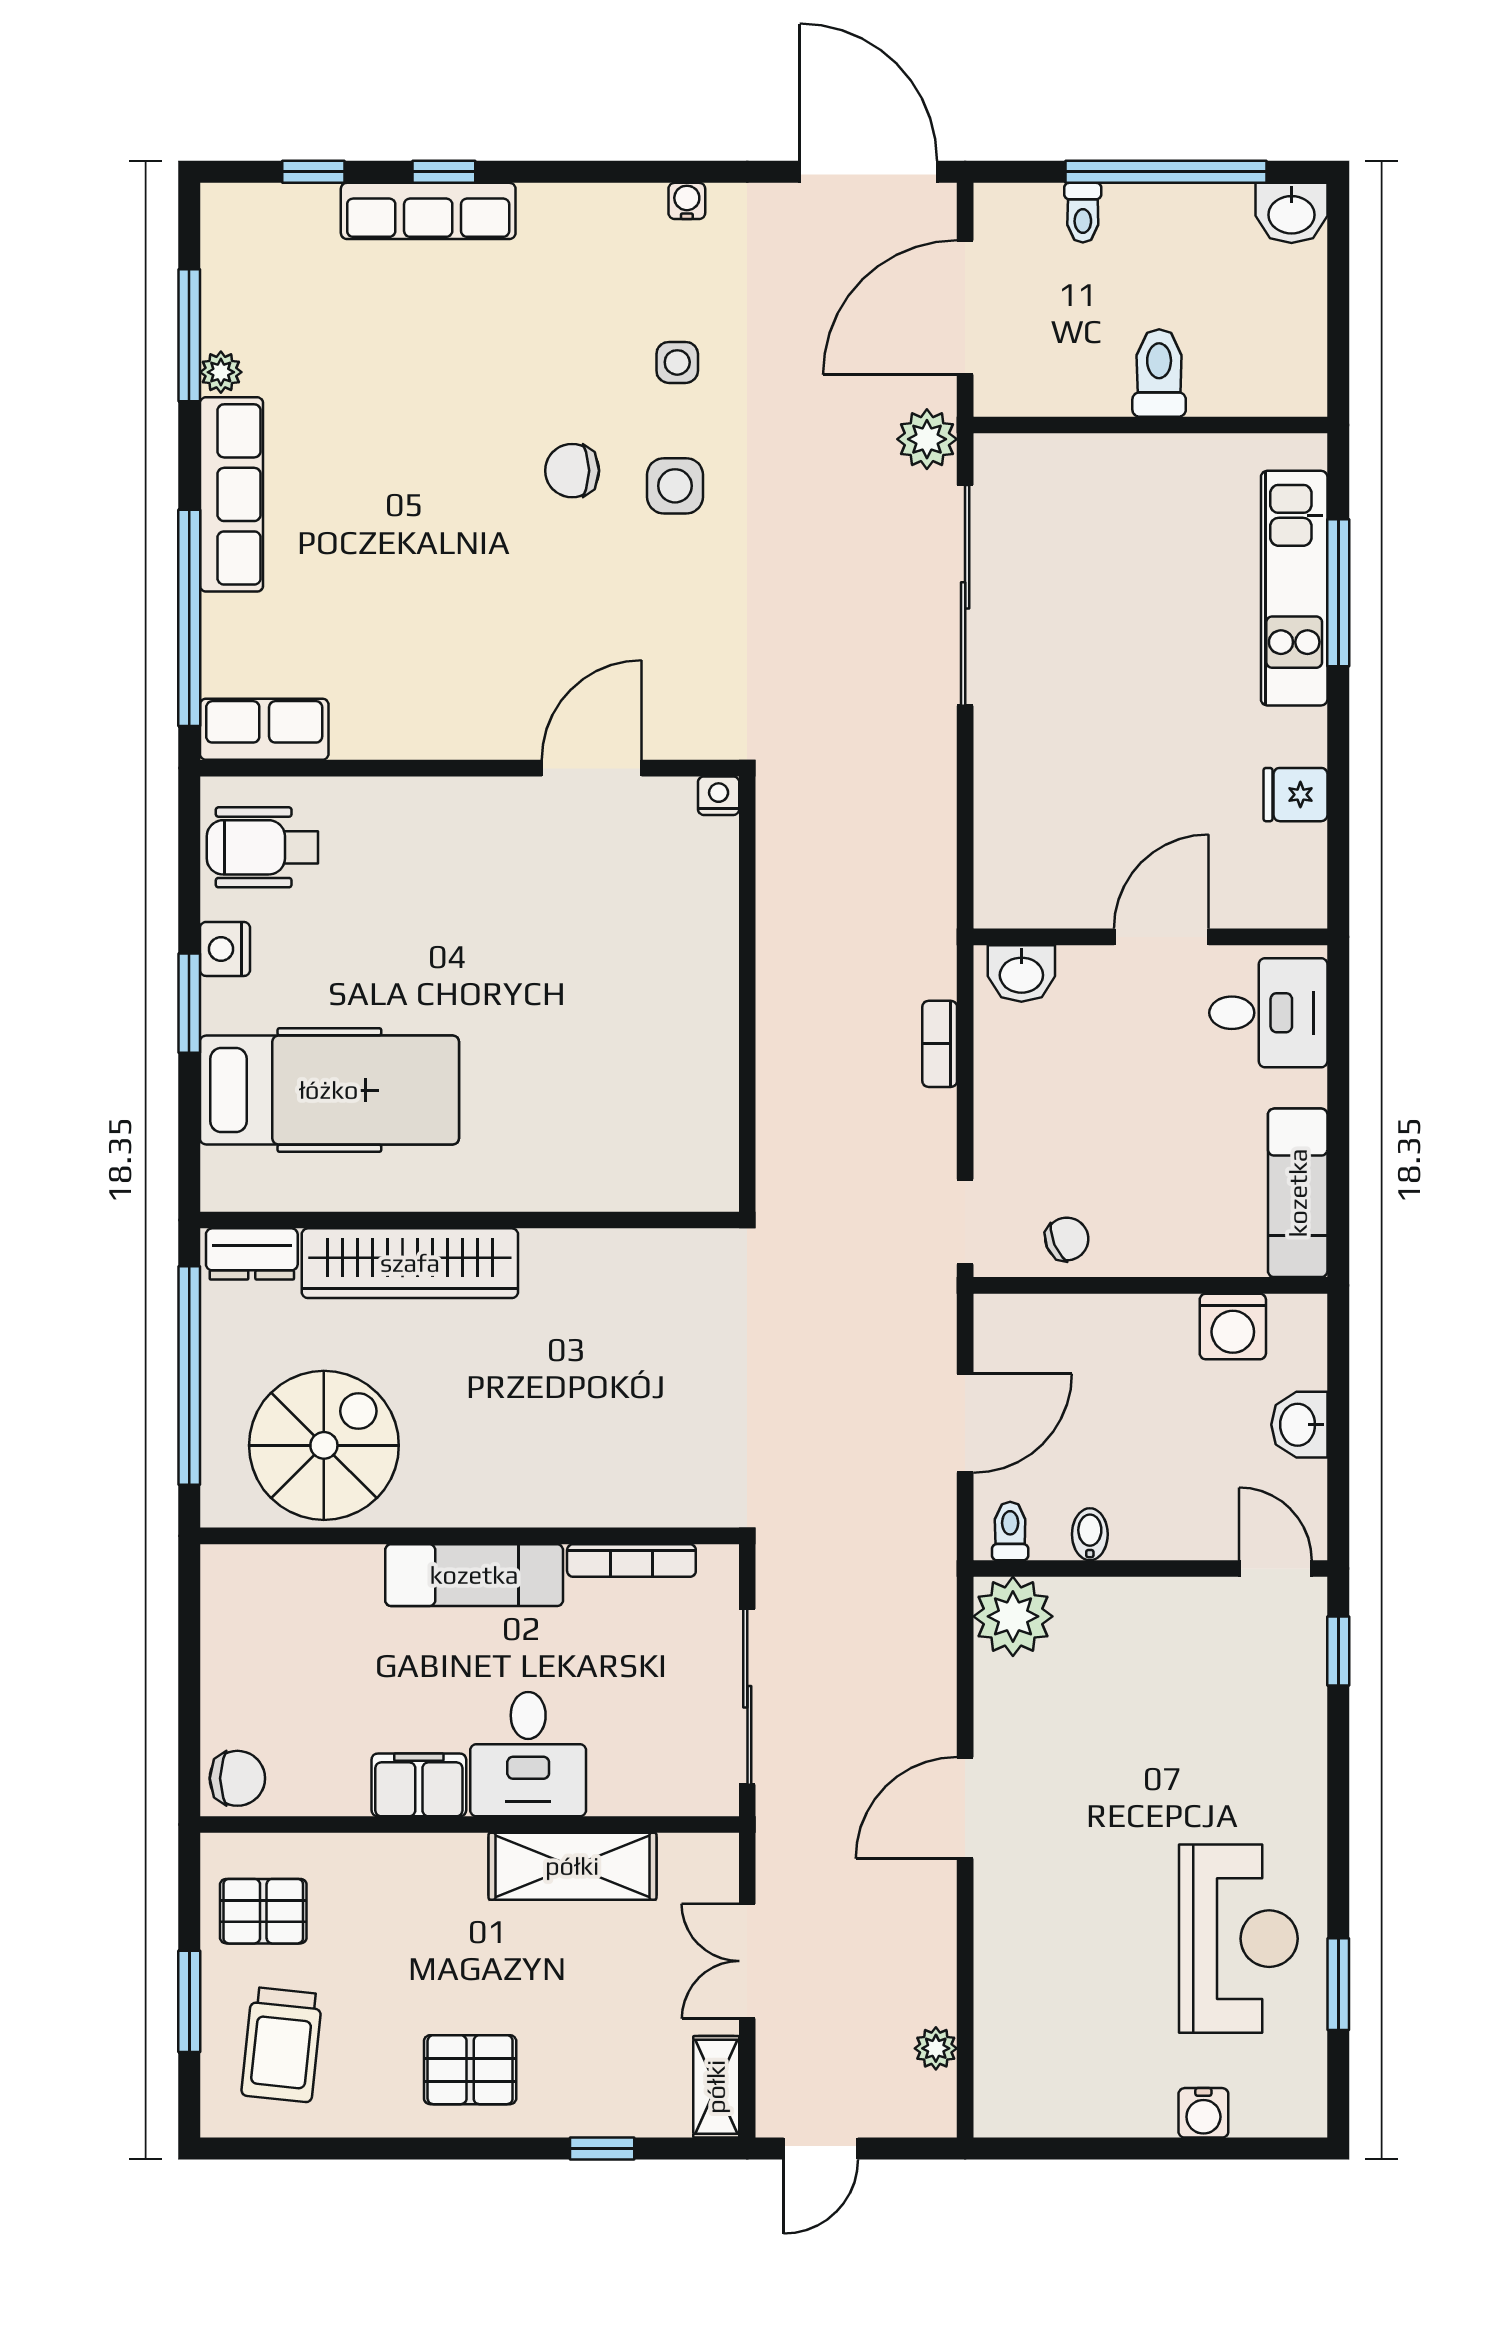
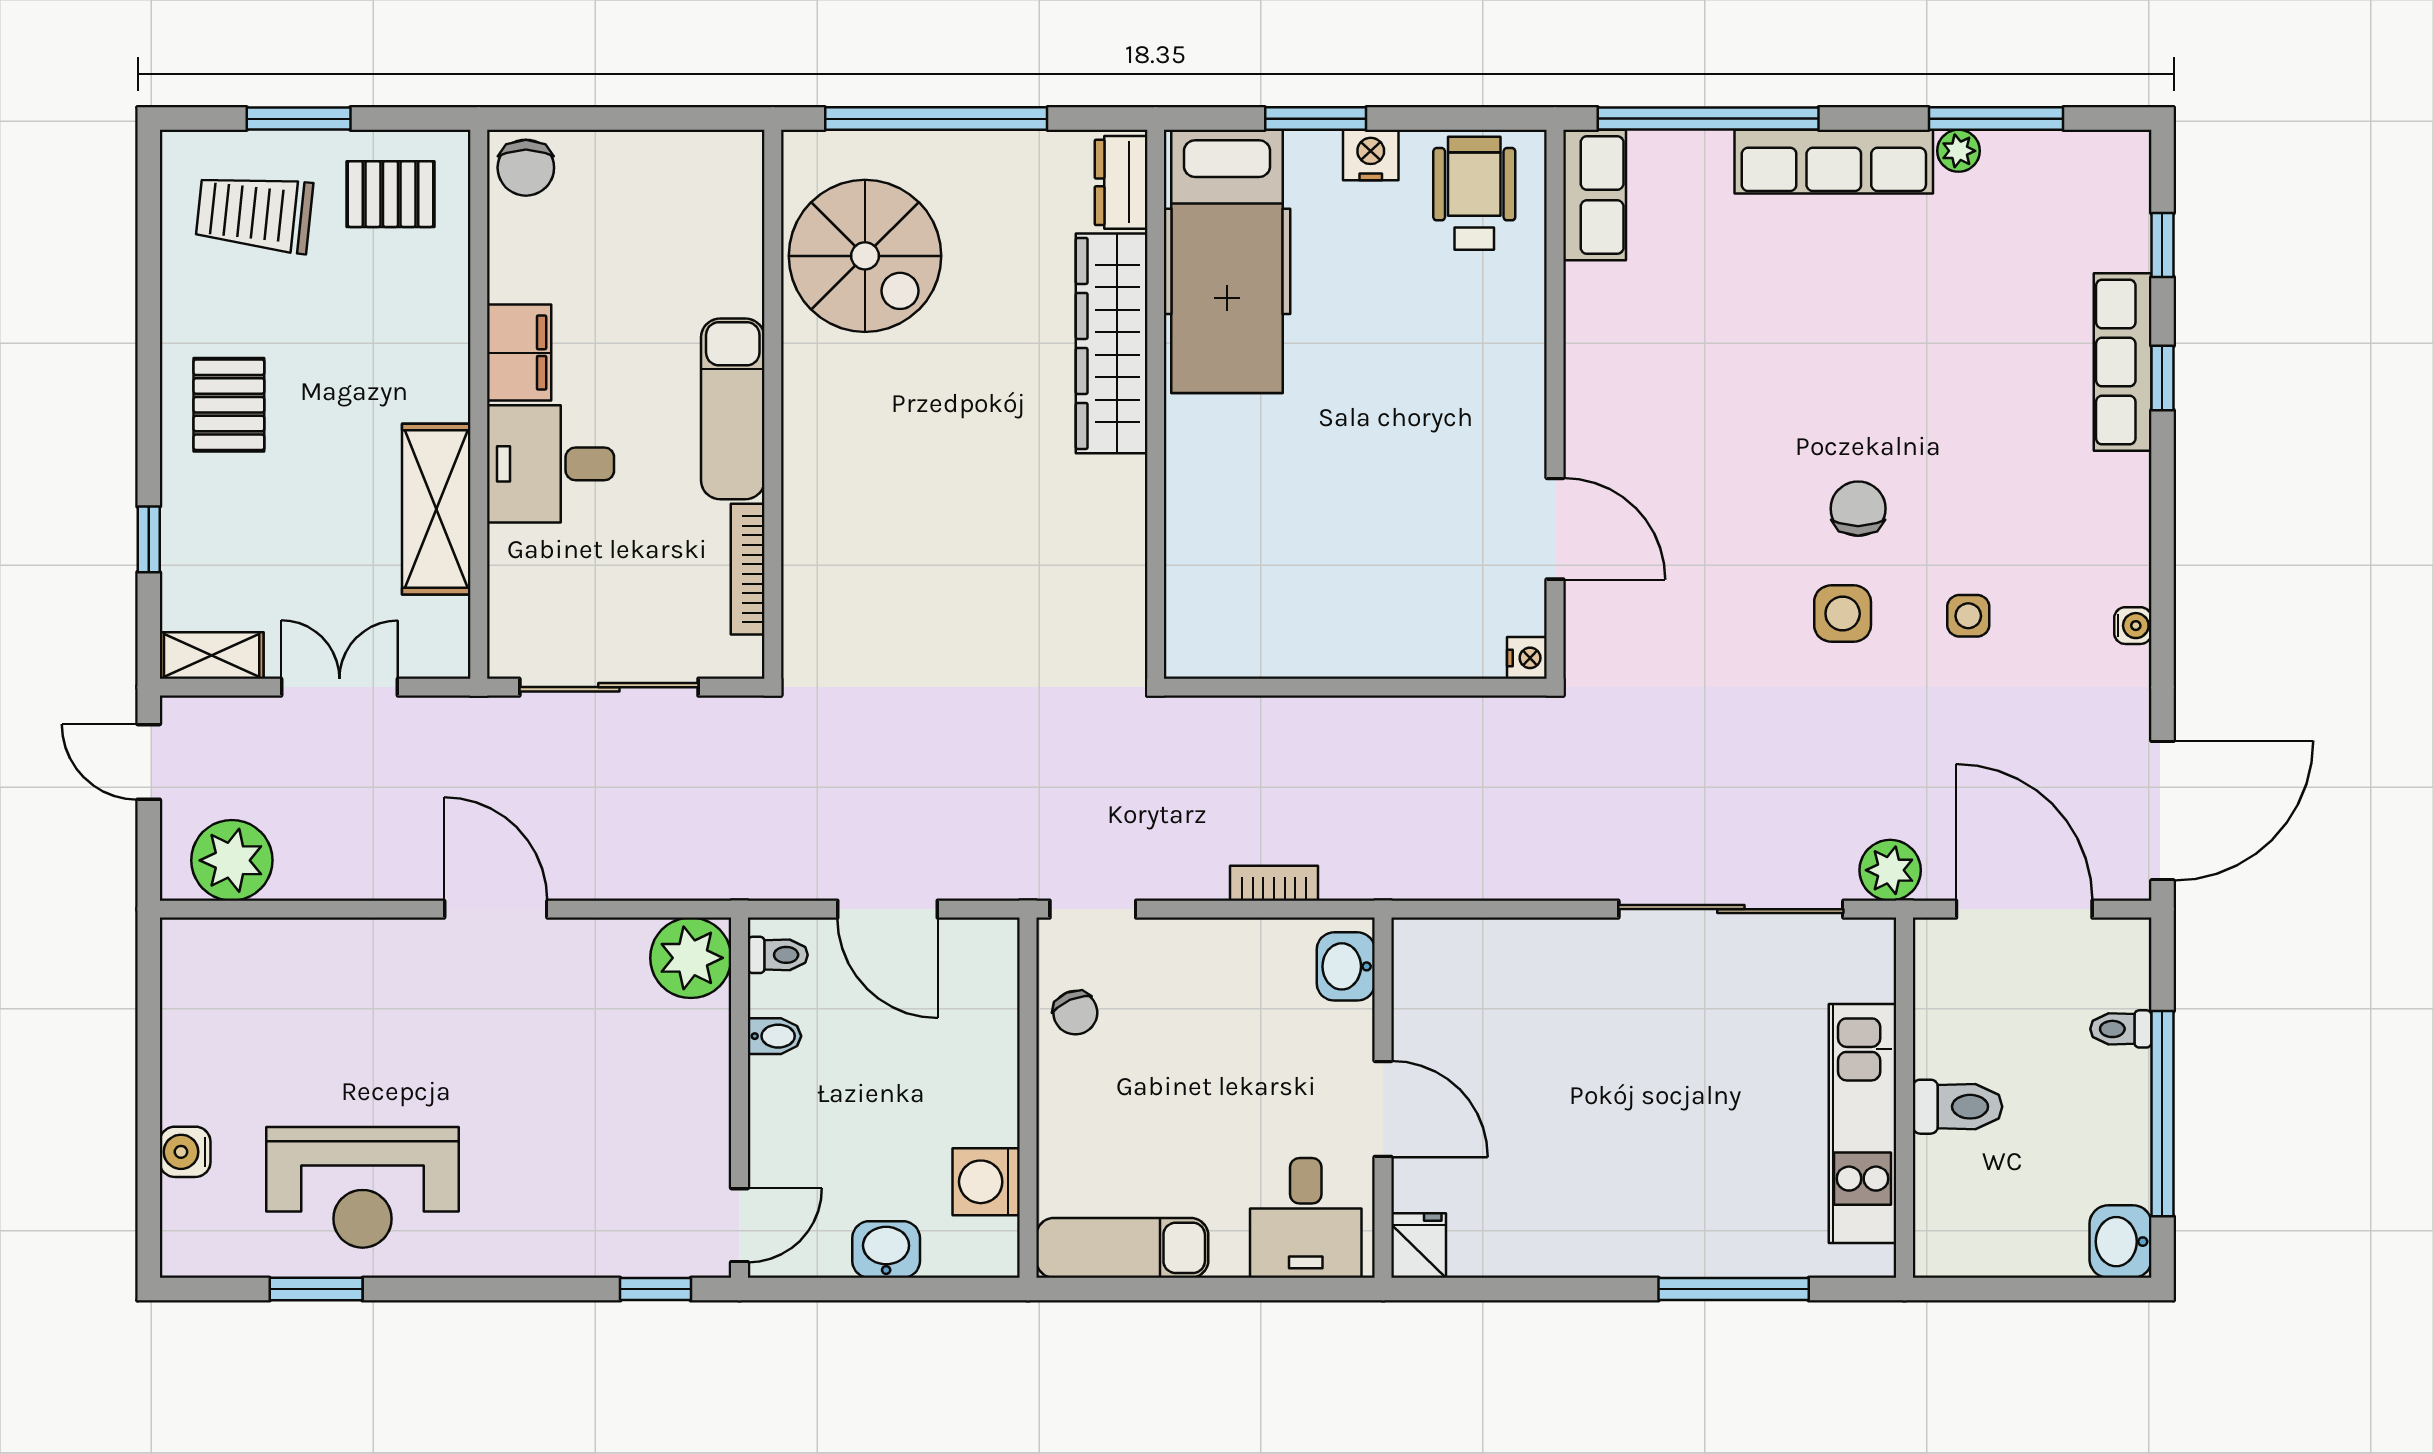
kitchen unit: (1294, 588) -> (1862, 1124), moved, turned -90
fridge: (1295, 795) -> (1419, 1246), moved
wall: (470, 1220) -> (1156, 404), moved
dresser: (252, 1254) -> (1121, 182), moved
wardrobe: (410, 1263) -> (1112, 343), moved
pallet: (263, 1911) -> (390, 194), turned 90
plant: (936, 2048) -> (232, 860), width x1.87, depth x1.87

